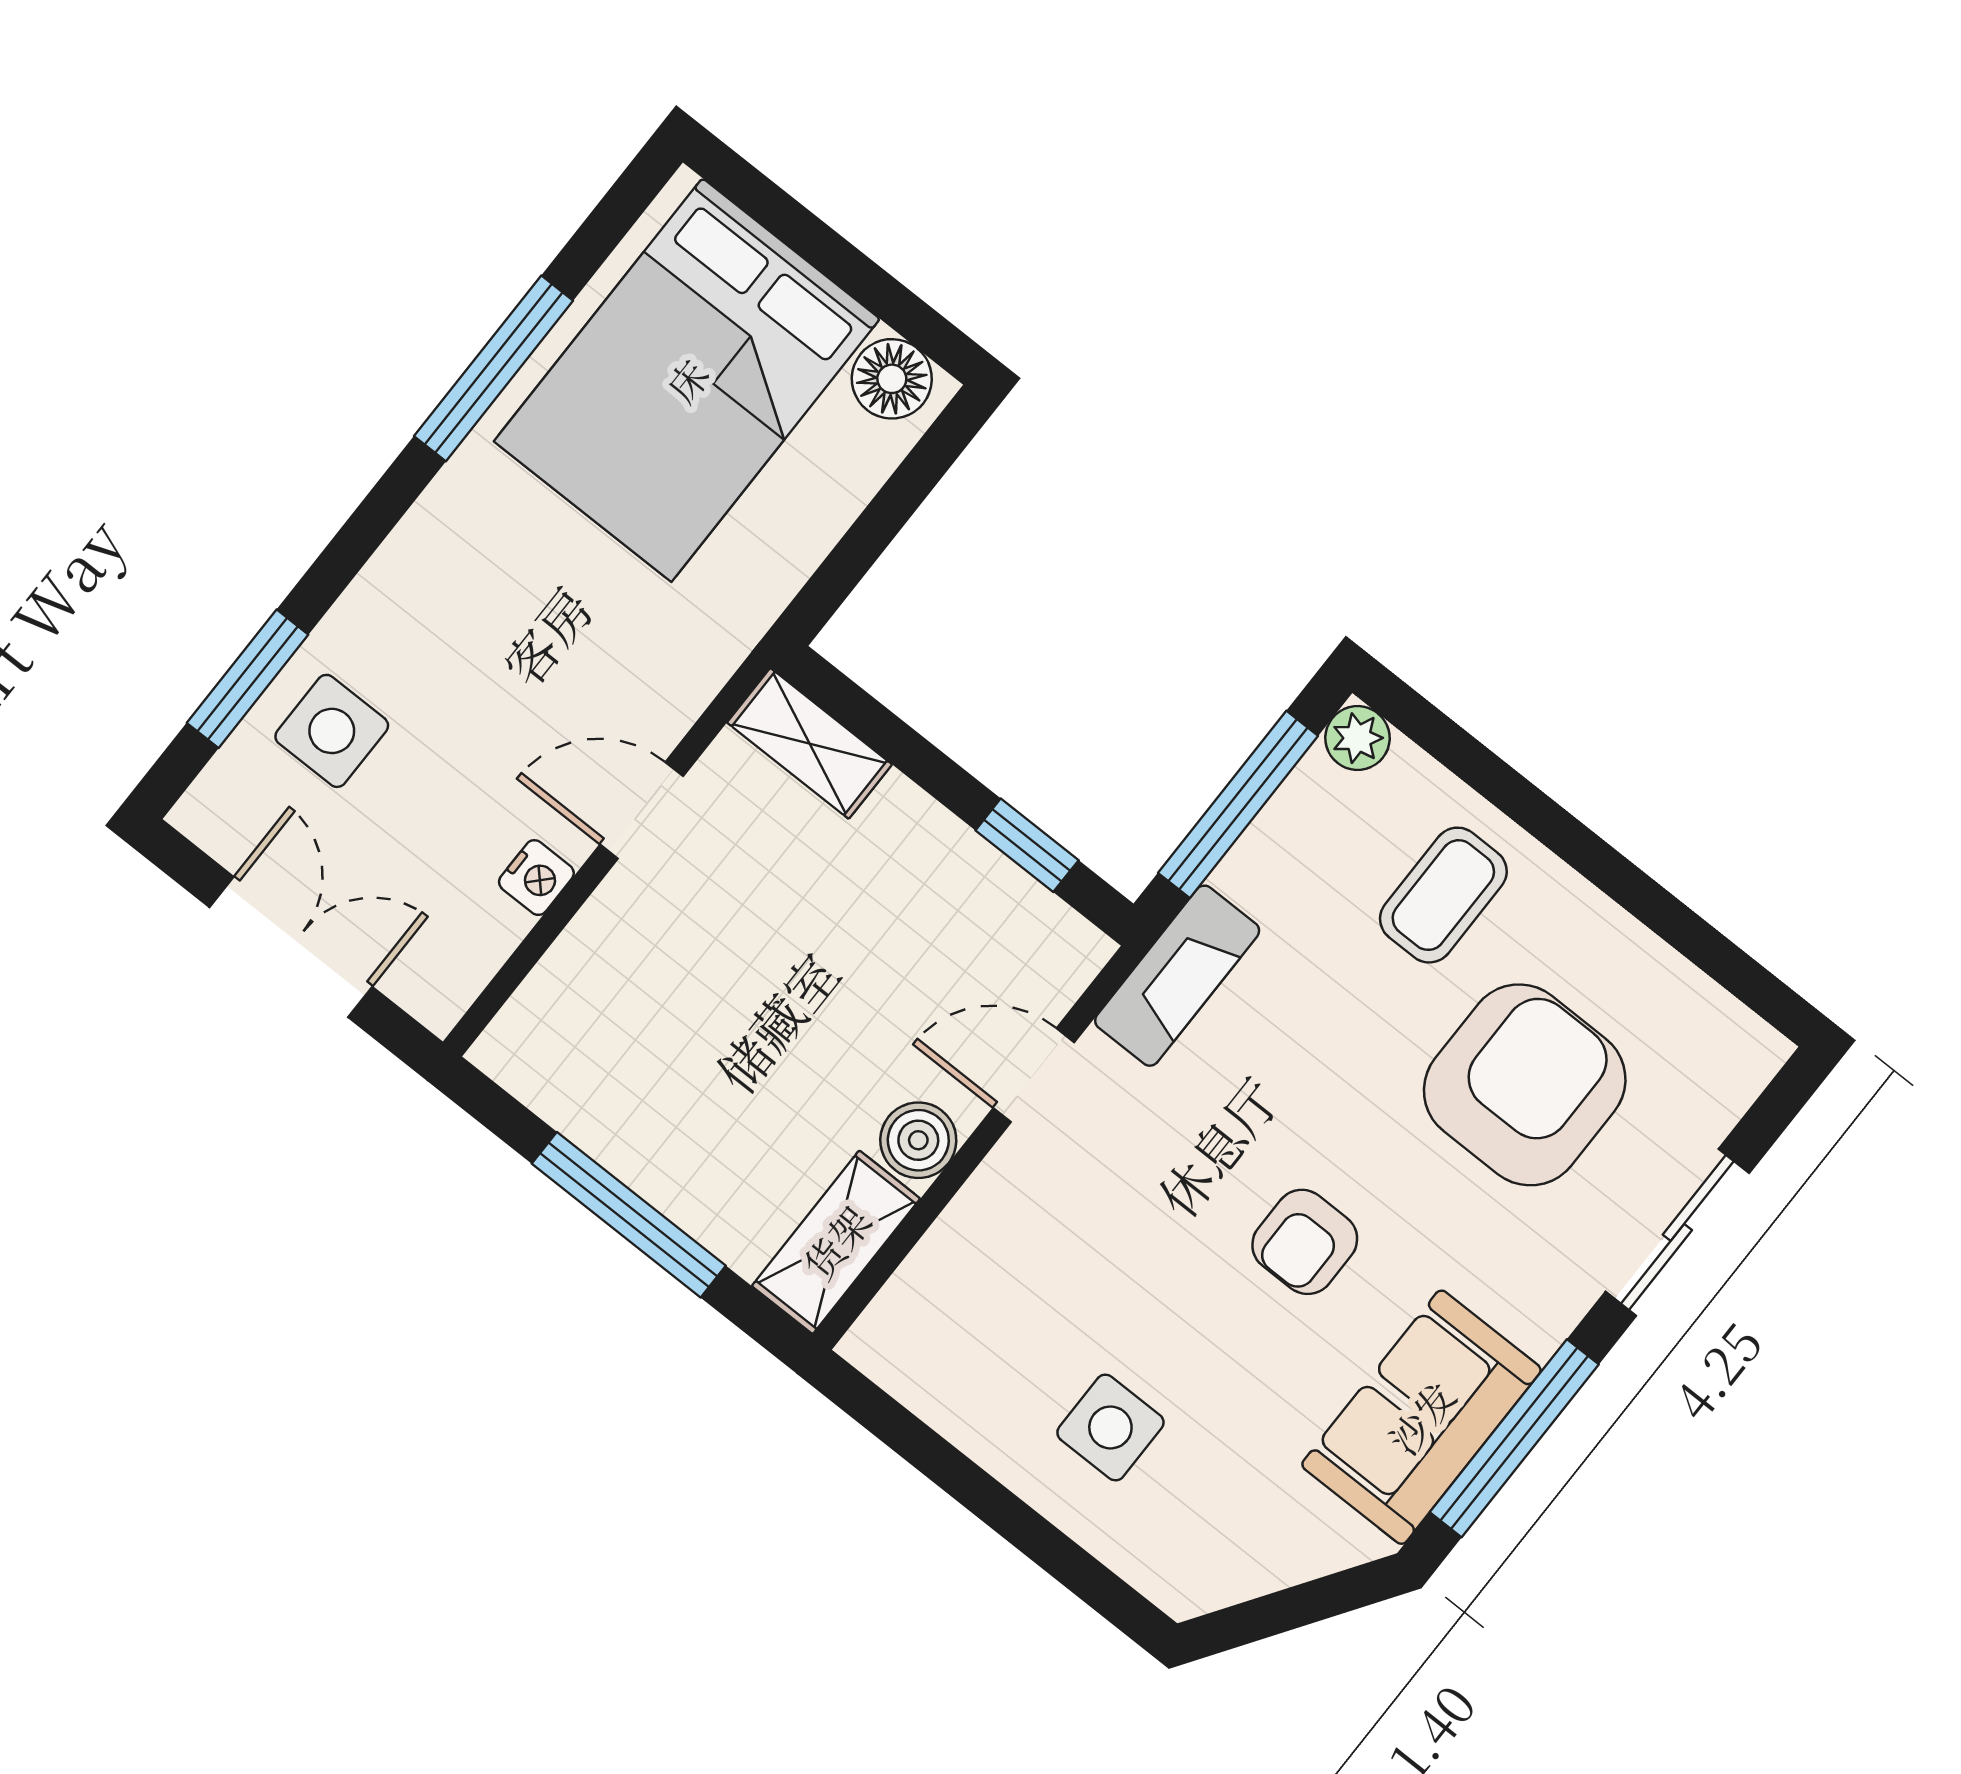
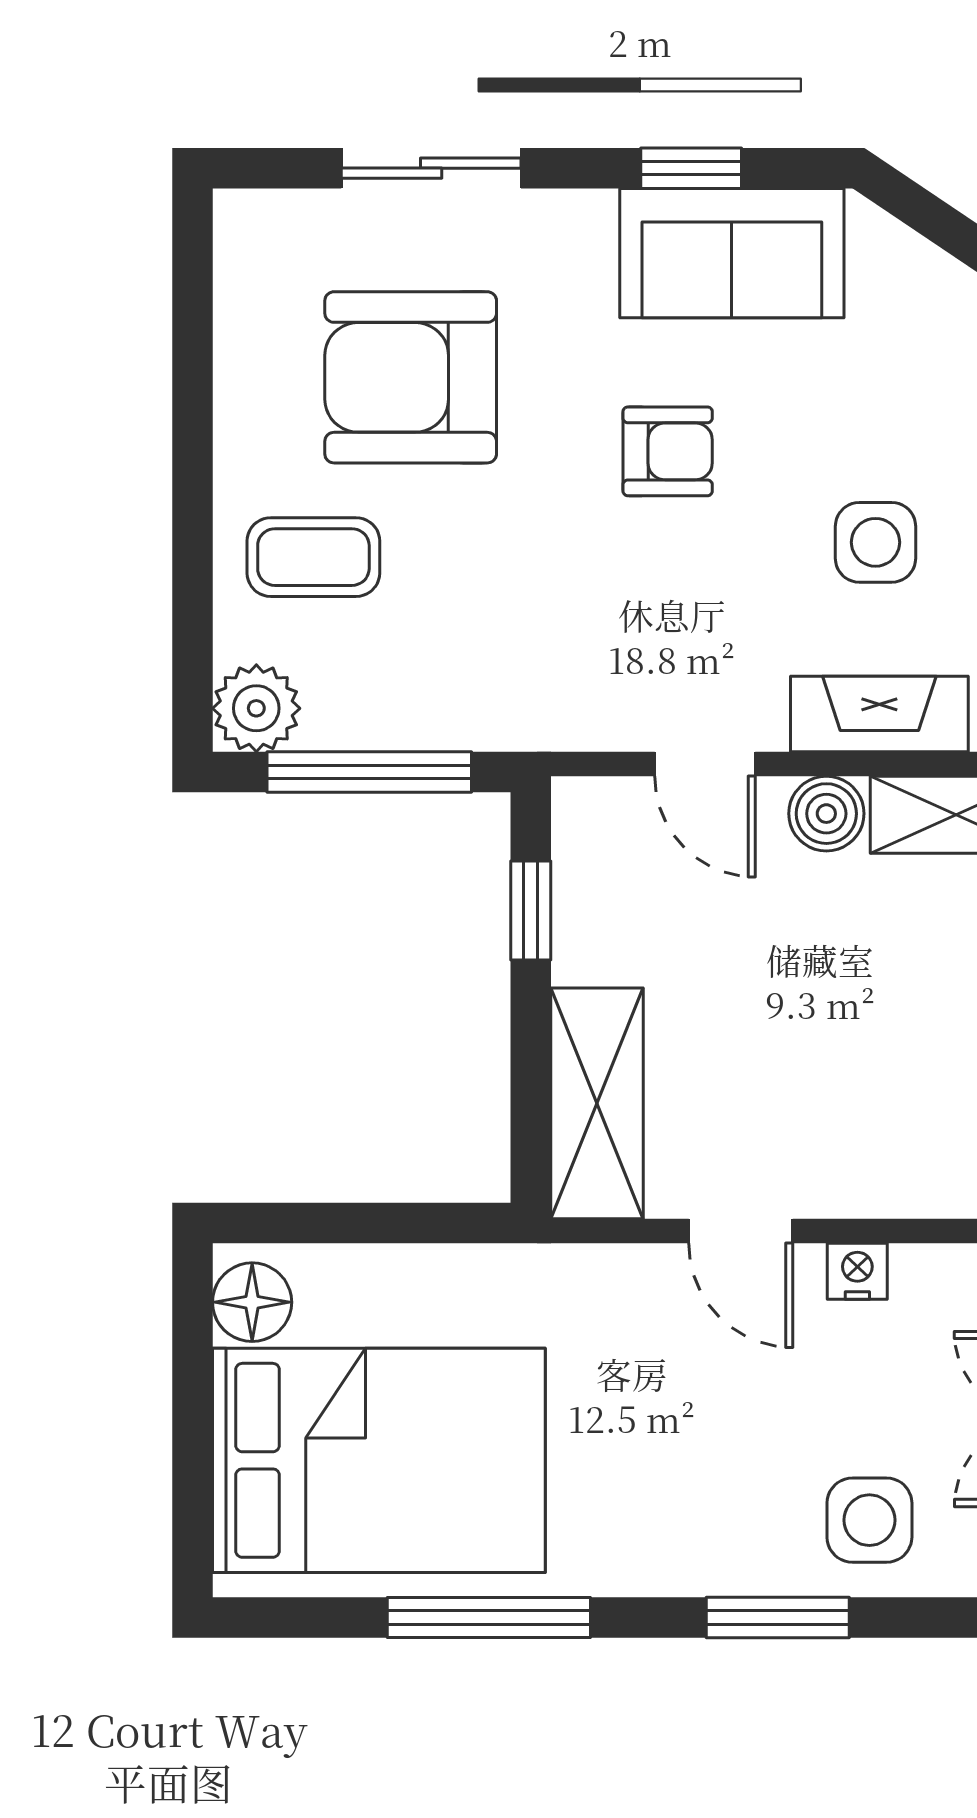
window: (248, 679) -> (778, 1617), moved
plant: (1358, 738) -> (256, 708), width x1.38, depth x1.38
shelving: (810, 743) -> (597, 1103), width x1.50, depth x1.33
fireplace: (1177, 976) -> (879, 714), moved
side table: (1110, 1427) -> (876, 542), moved
window: (1514, 1438) -> (691, 168), width x0.46

